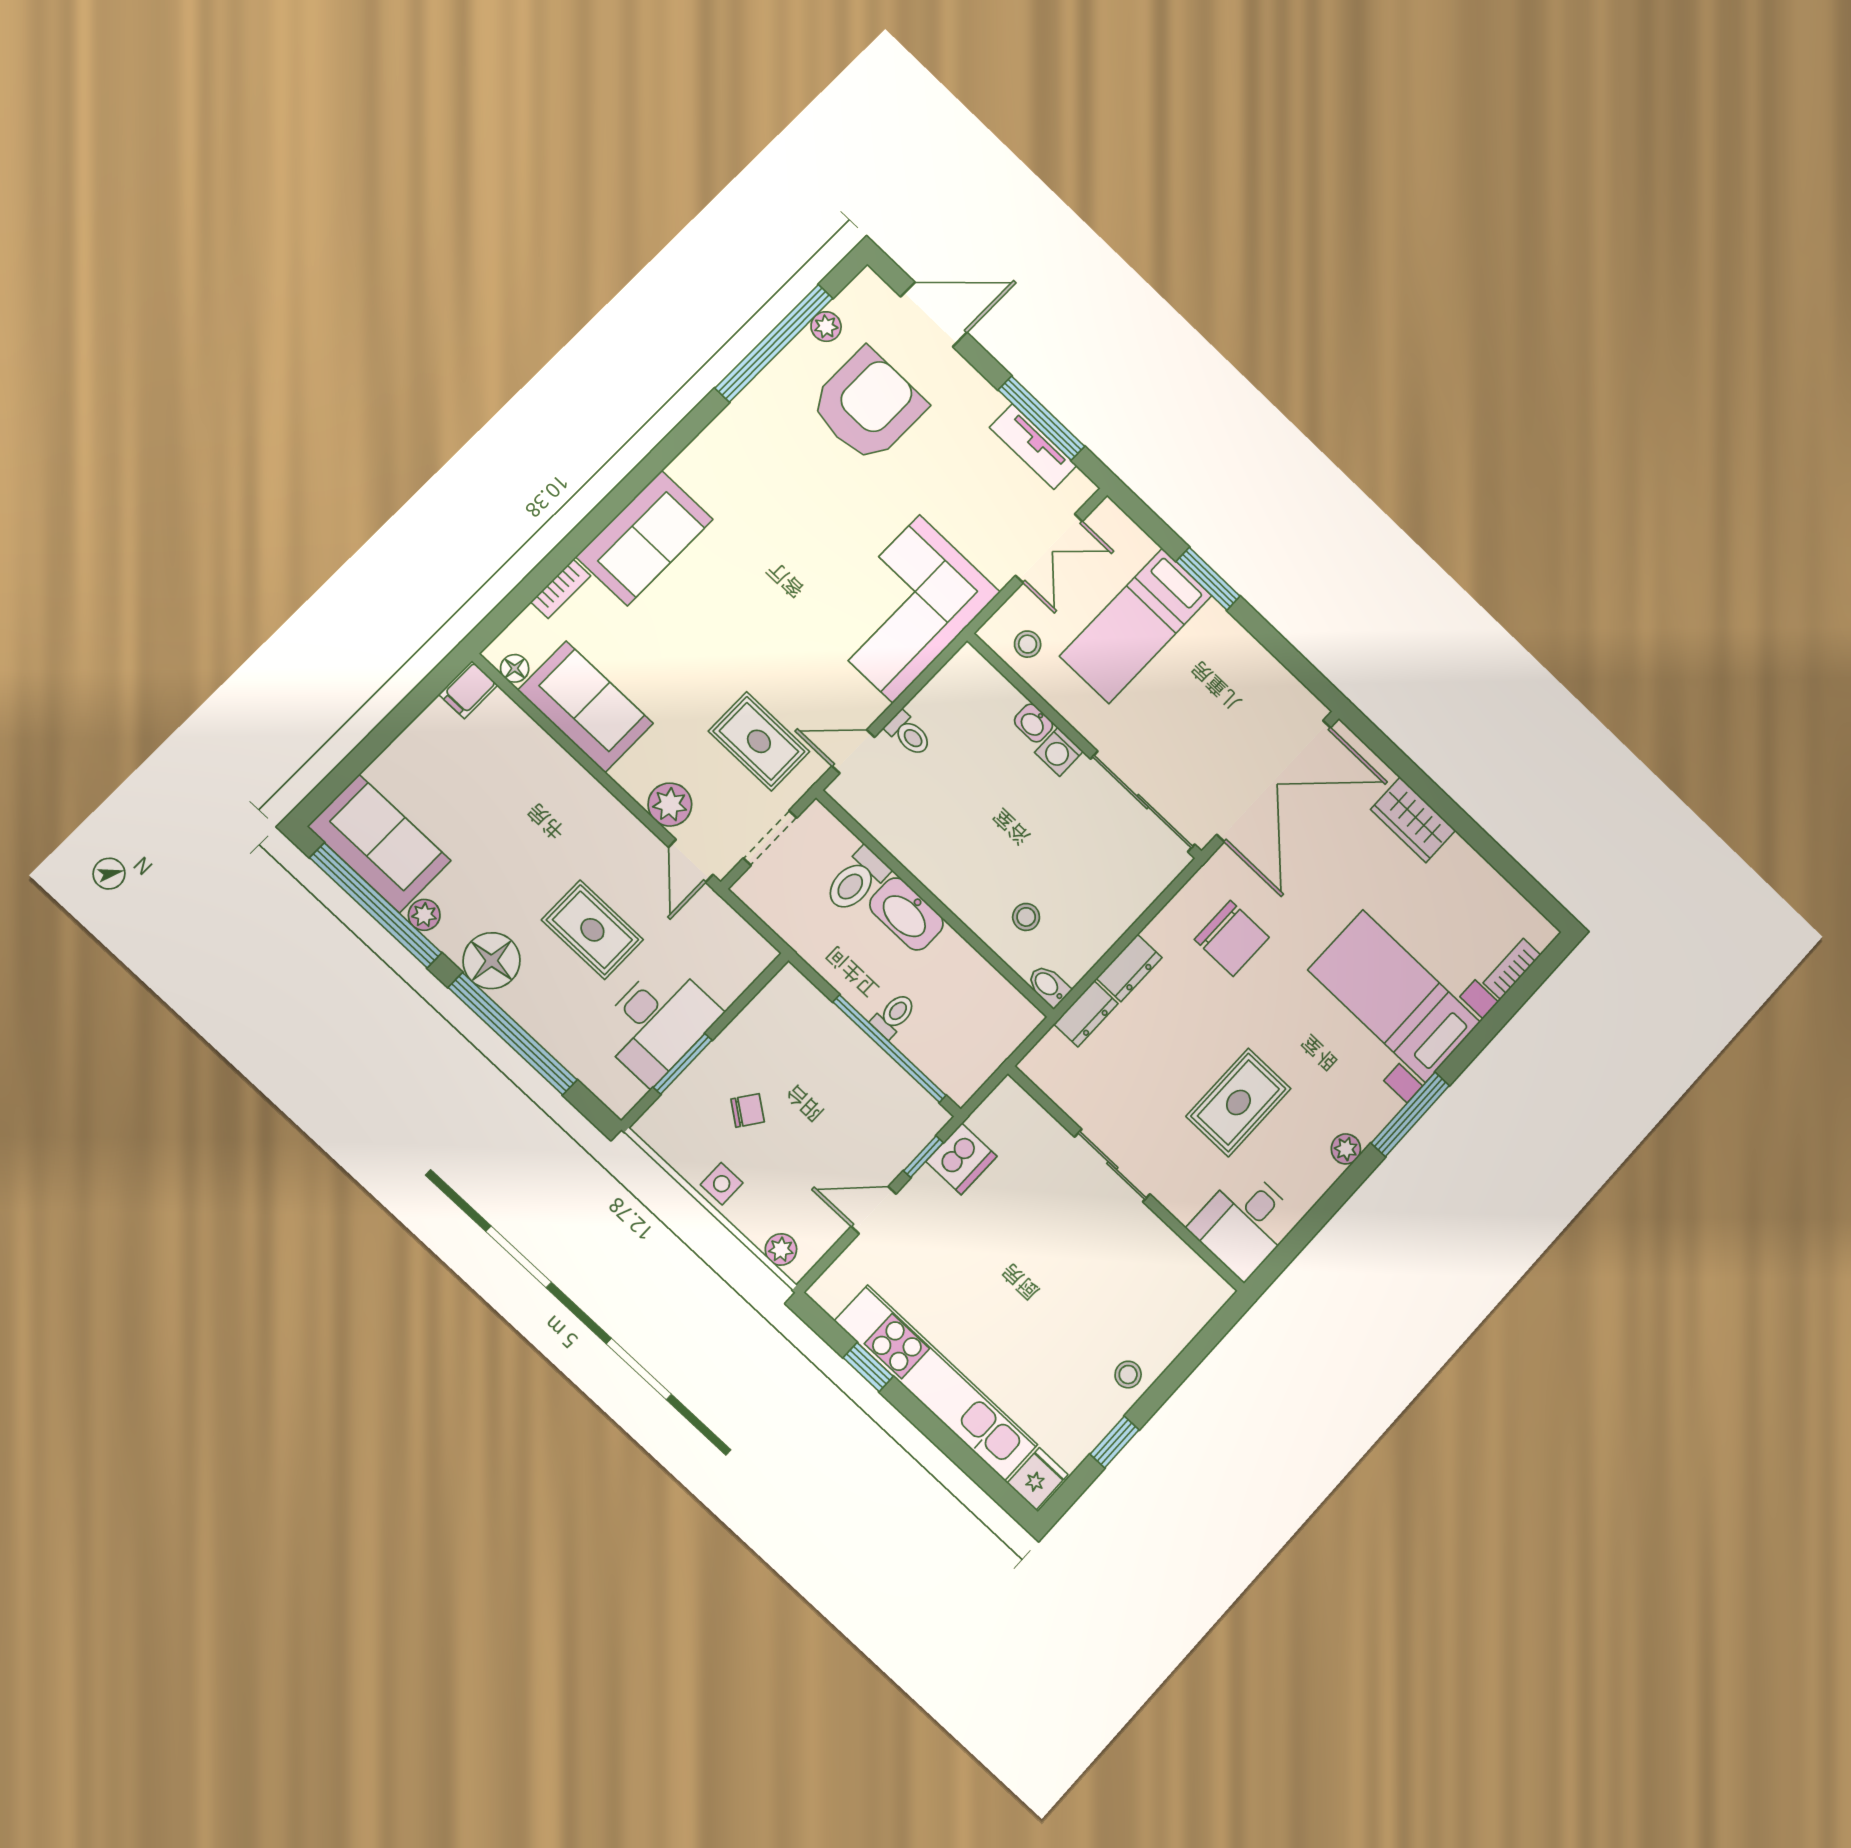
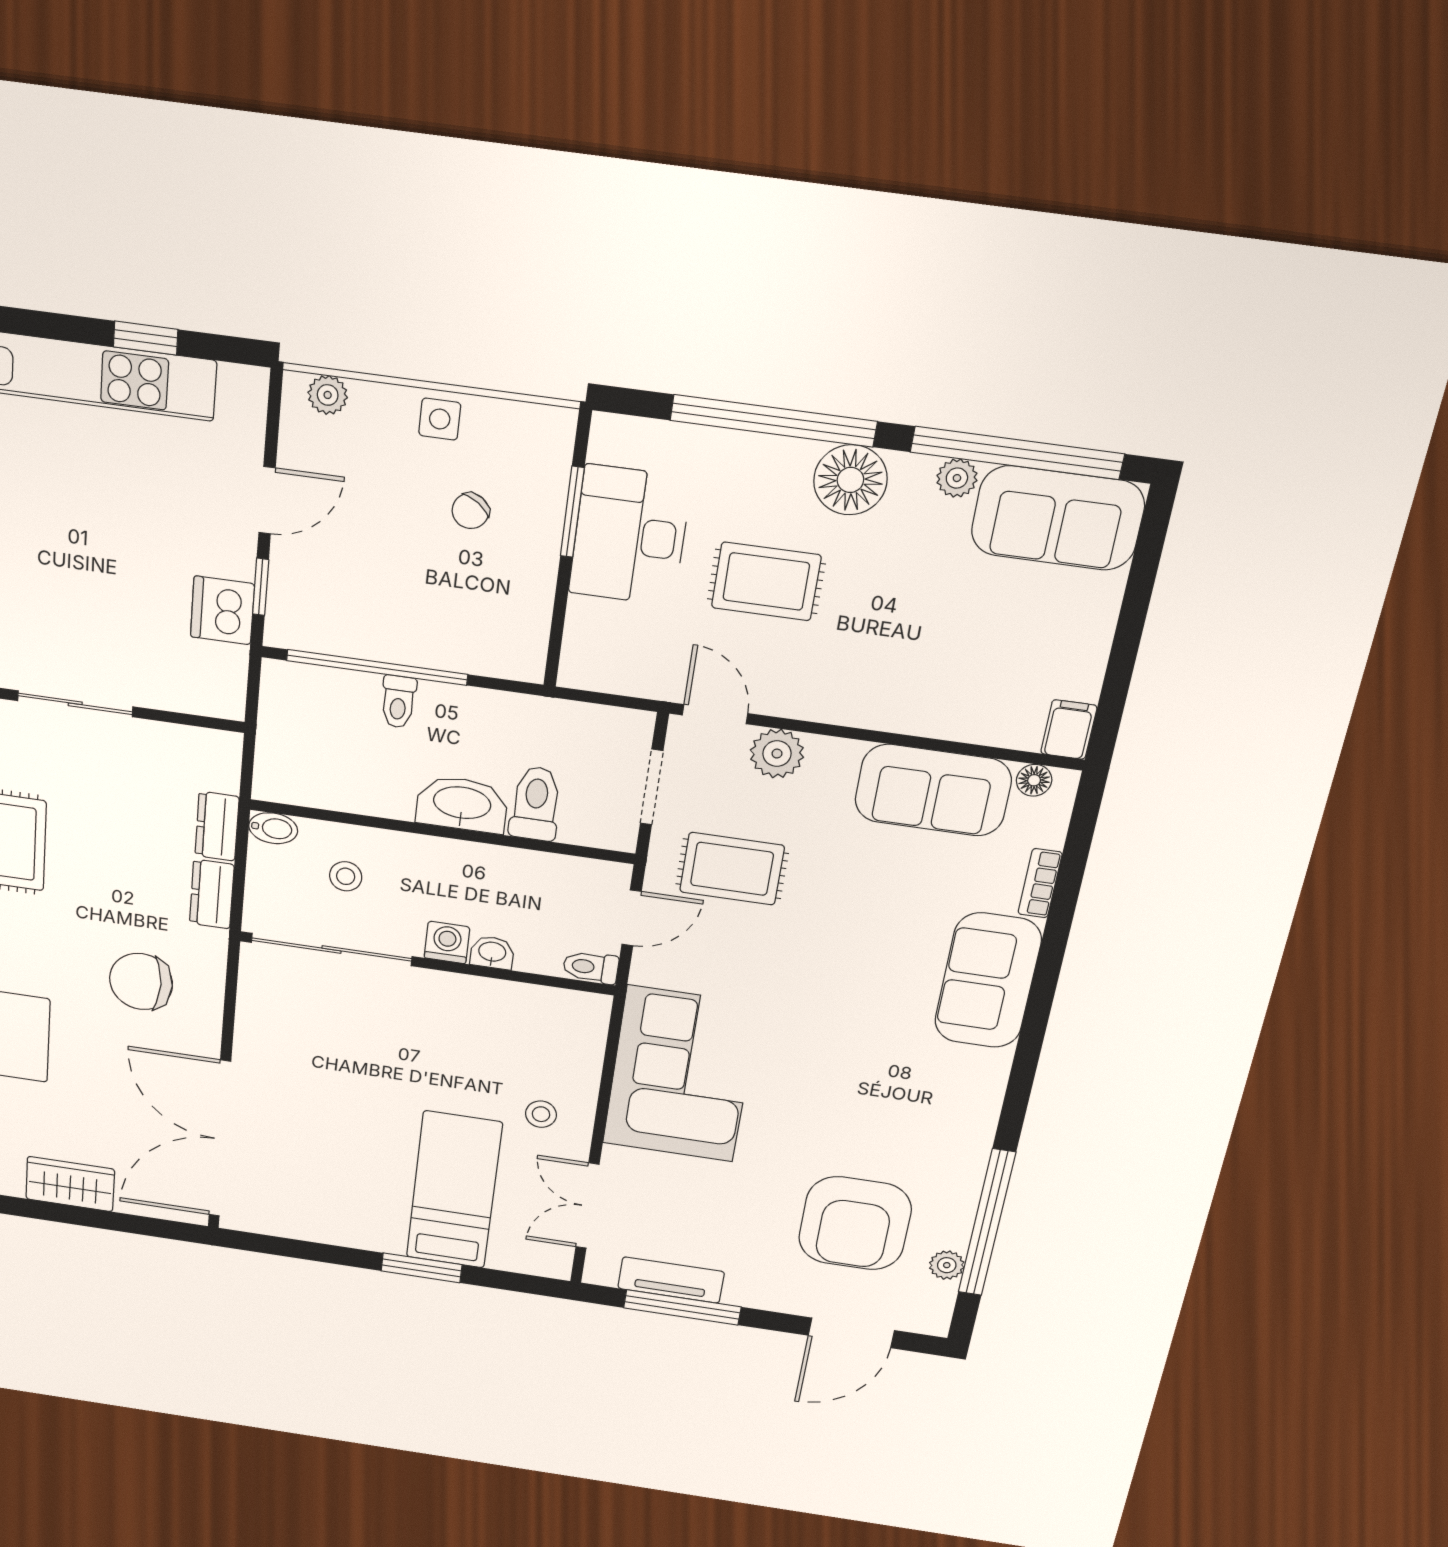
washbasin: (1034, 723) -> (492, 953), moved
wall: (1085, 746) -> (427, 963), moved
washing machine: (1059, 752) -> (447, 942), moved
sliding door: (1143, 802) -> (332, 949), moved

